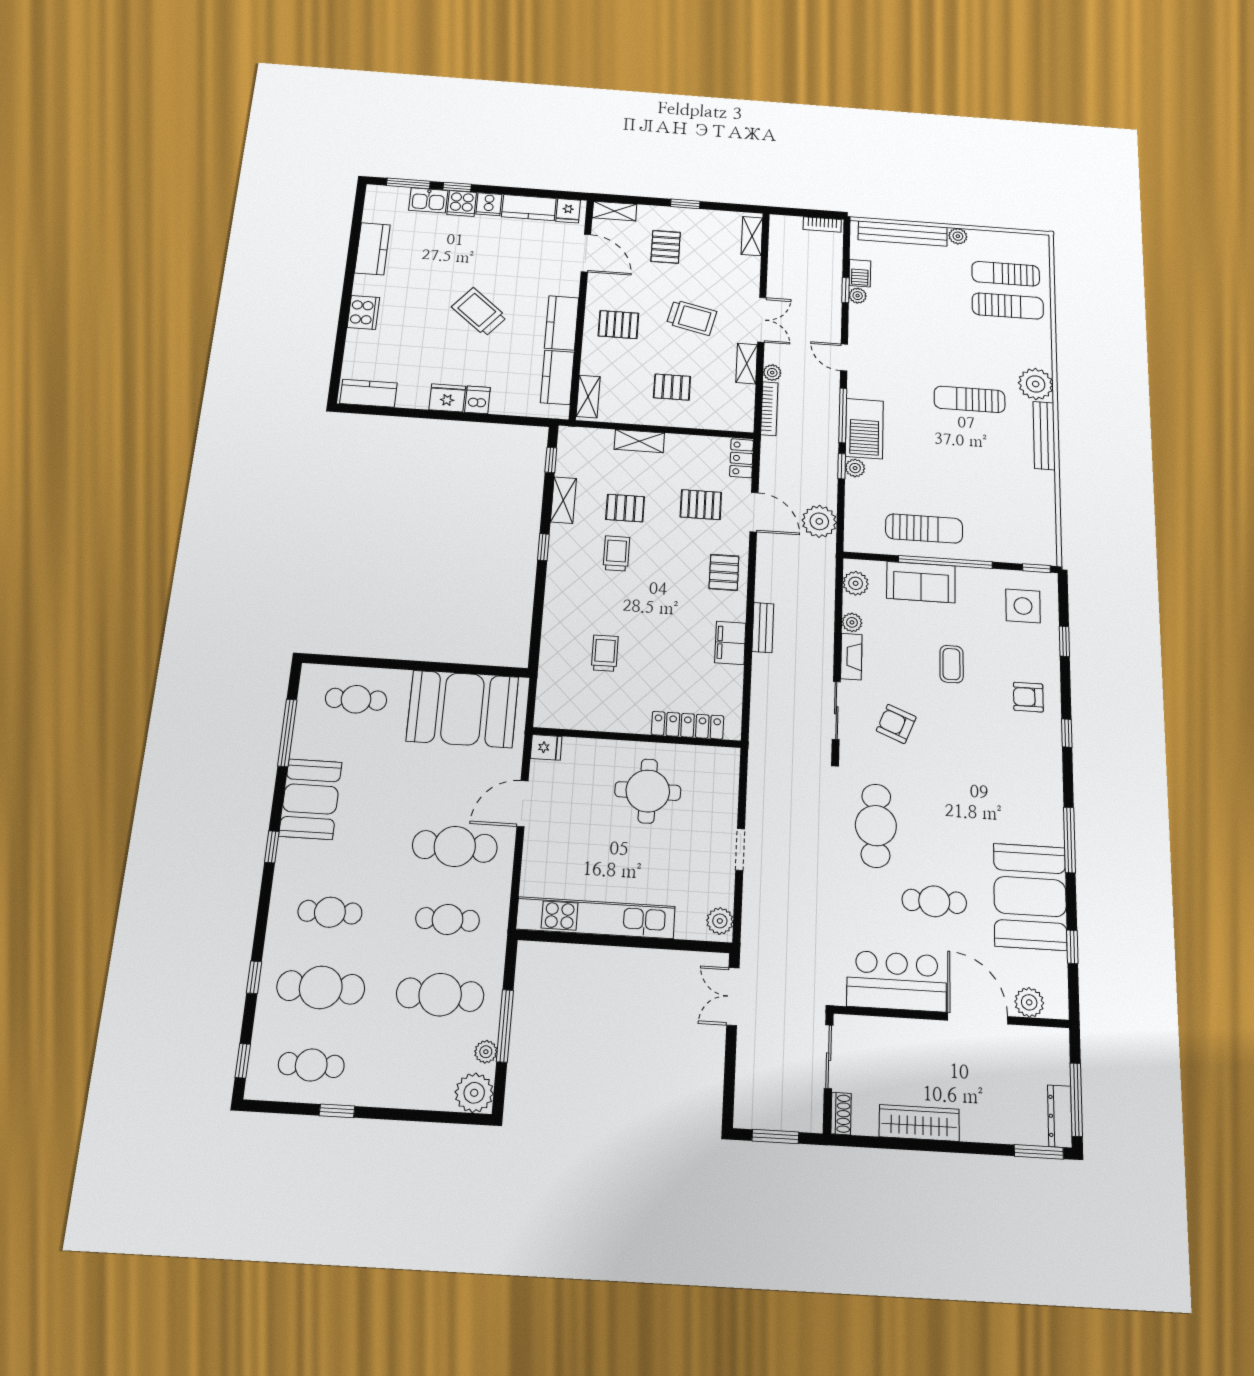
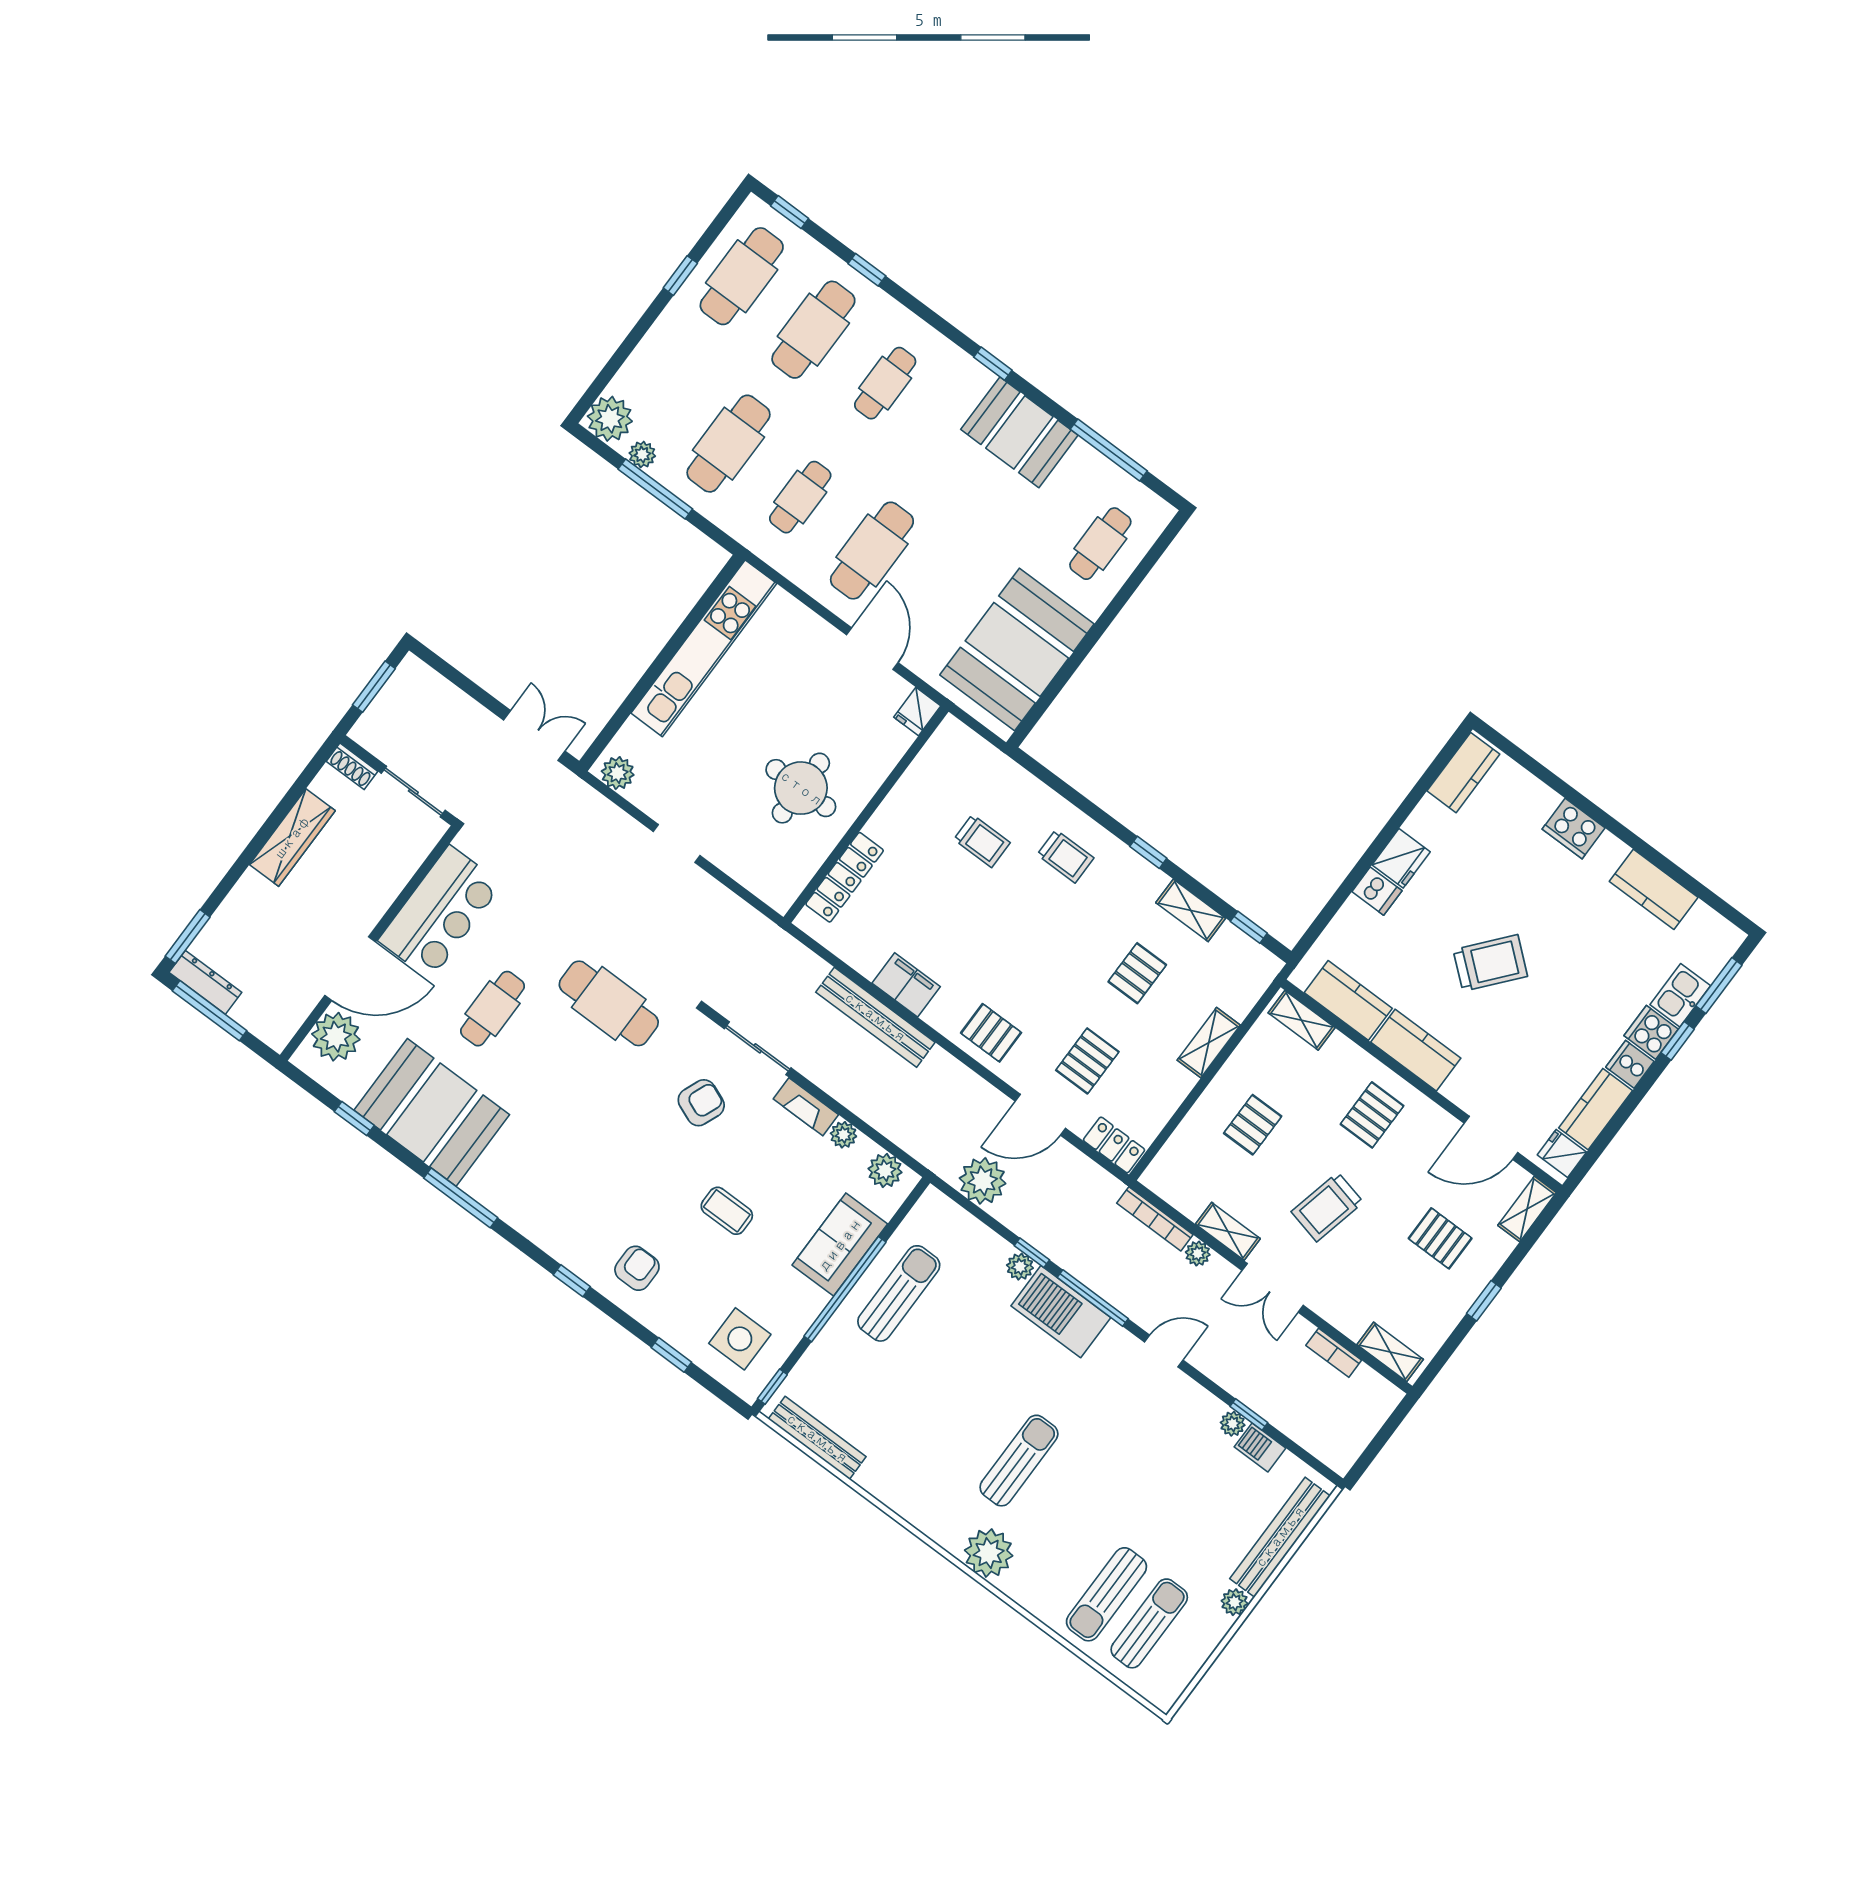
bookcase: (822, 225) -> (1334, 1353), moved, turned -90
bench: (1044, 435) -> (817, 1438), moved
sun lounger: (924, 529) -> (899, 1293), turned 180
trolley: (616, 553) -> (1065, 856), moved
bench: (763, 628) -> (875, 1017), width x1.86, depth x1.21
plant: (1029, 1002) -> (336, 1037), width x1.36, depth x1.36
cafe table: (311, 1065) -> (742, 276), width x1.37, depth x1.35

